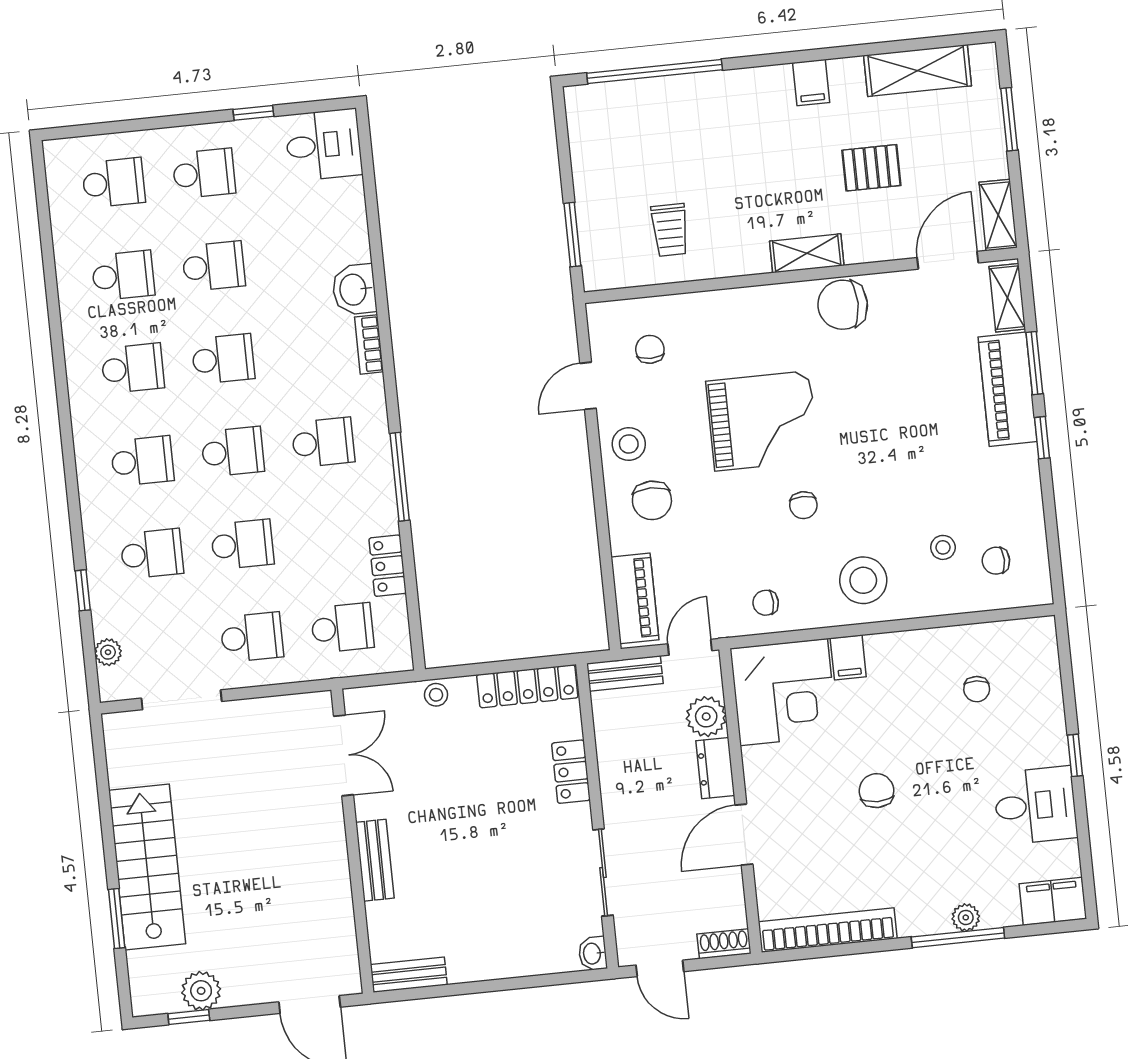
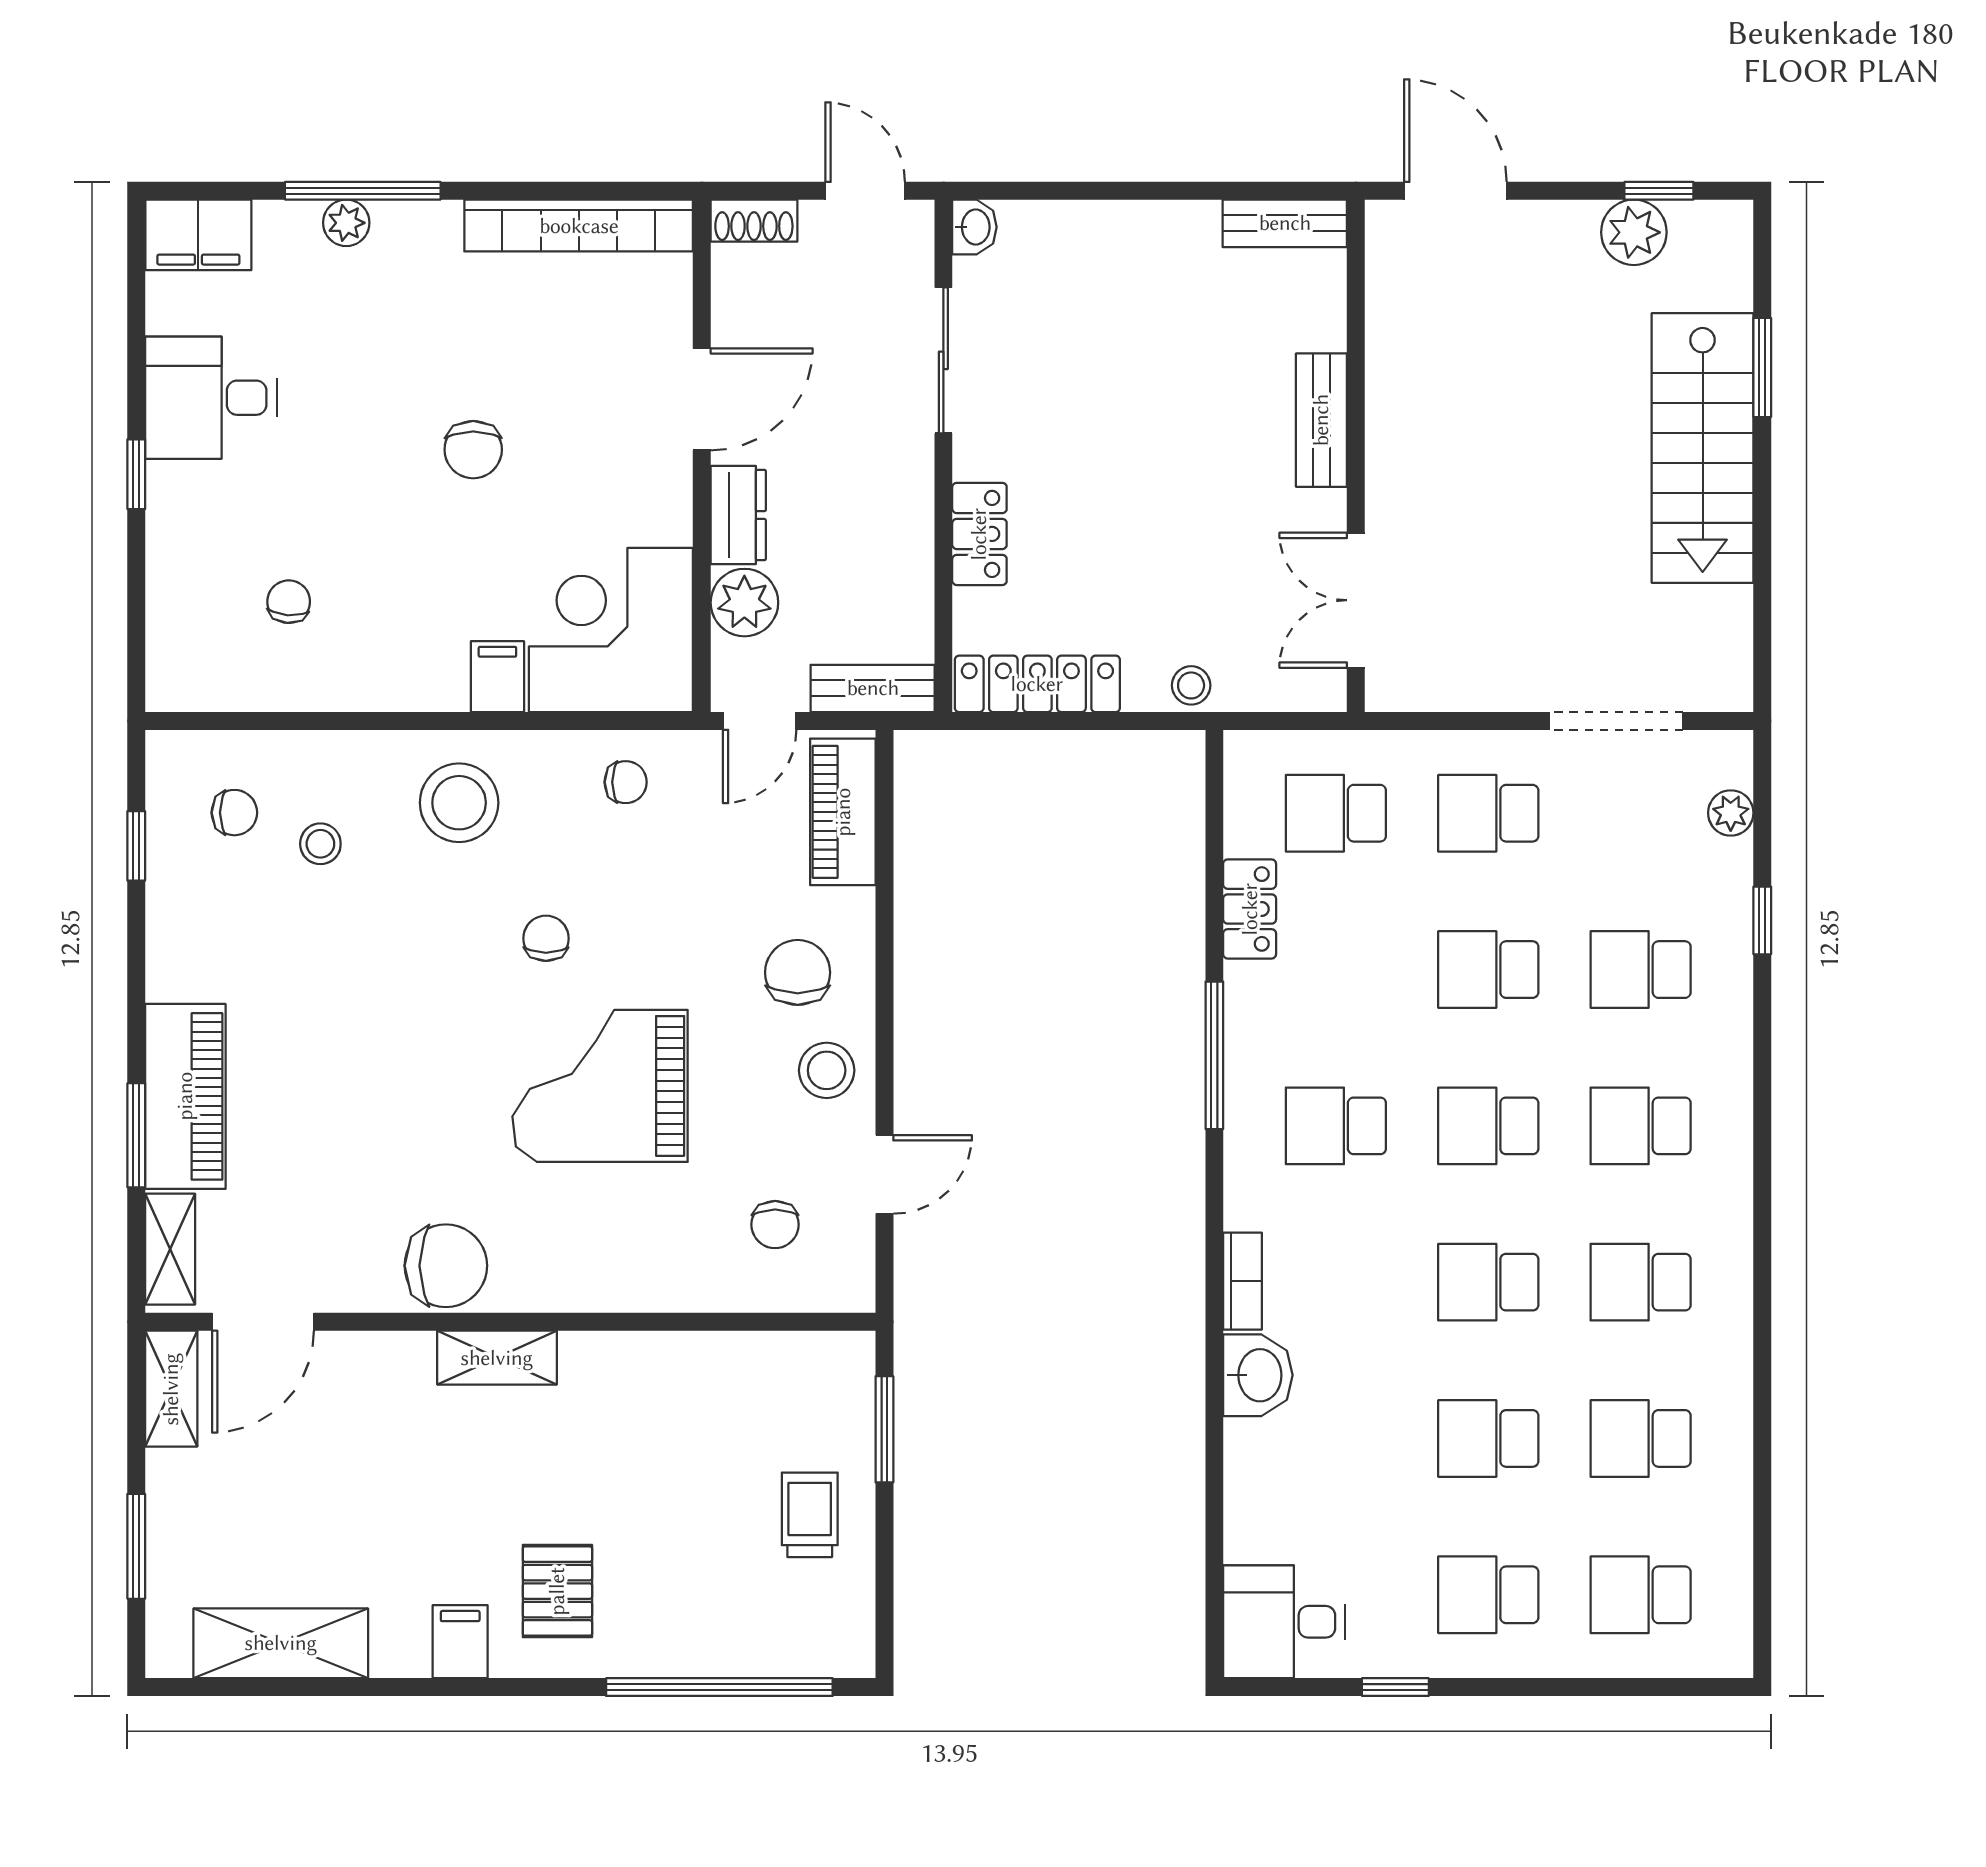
pallet: (871, 168) -> (557, 1591), moved, turned 90
trolley: (670, 230) -> (810, 1515), moved
window: (1042, 438) -> (136, 846), moved

